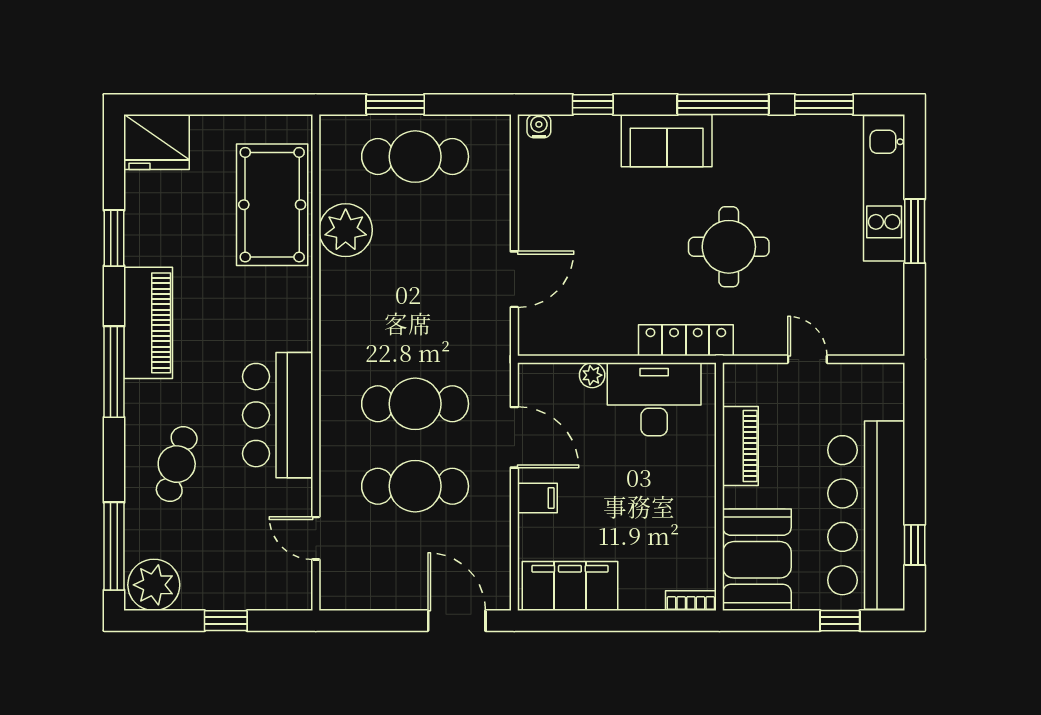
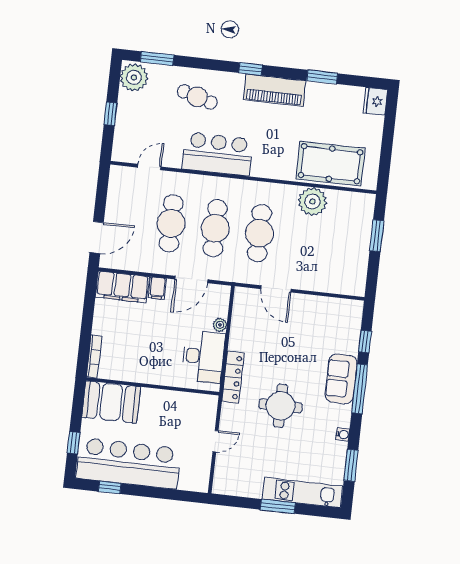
window: (723, 105) -> (360, 389), moved
water cooler: (539, 126) -> (343, 434), moved
fridge: (156, 142) -> (375, 101), width x0.73, depth x0.75
cafe table: (415, 157) -> (259, 233), moved
window: (114, 372) -> (251, 69), width x0.46
piano: (740, 446) -> (173, 400), removed
window: (114, 546) -> (157, 58), width x0.69
filing cabinet: (570, 586) -> (122, 287), moved, turned 90
bookcase: (691, 601) -> (94, 357), width x1.56

